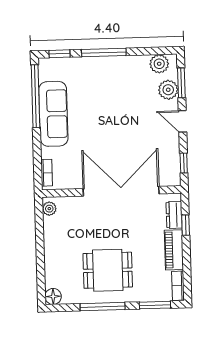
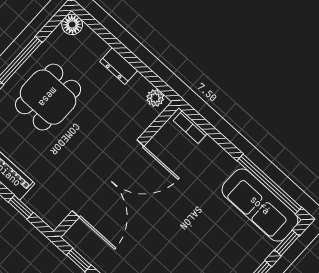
sofa: (53, 114) -> (260, 205), moved
dresser: (174, 215) -> (119, 66), moved, turned 180

